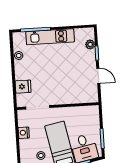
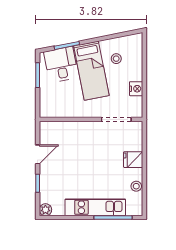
plant: (90, 44) -> (45, 210), moved
door: (98, 76) -> (38, 154), swing flipped
fridge: (23, 87) -> (133, 160), moved

